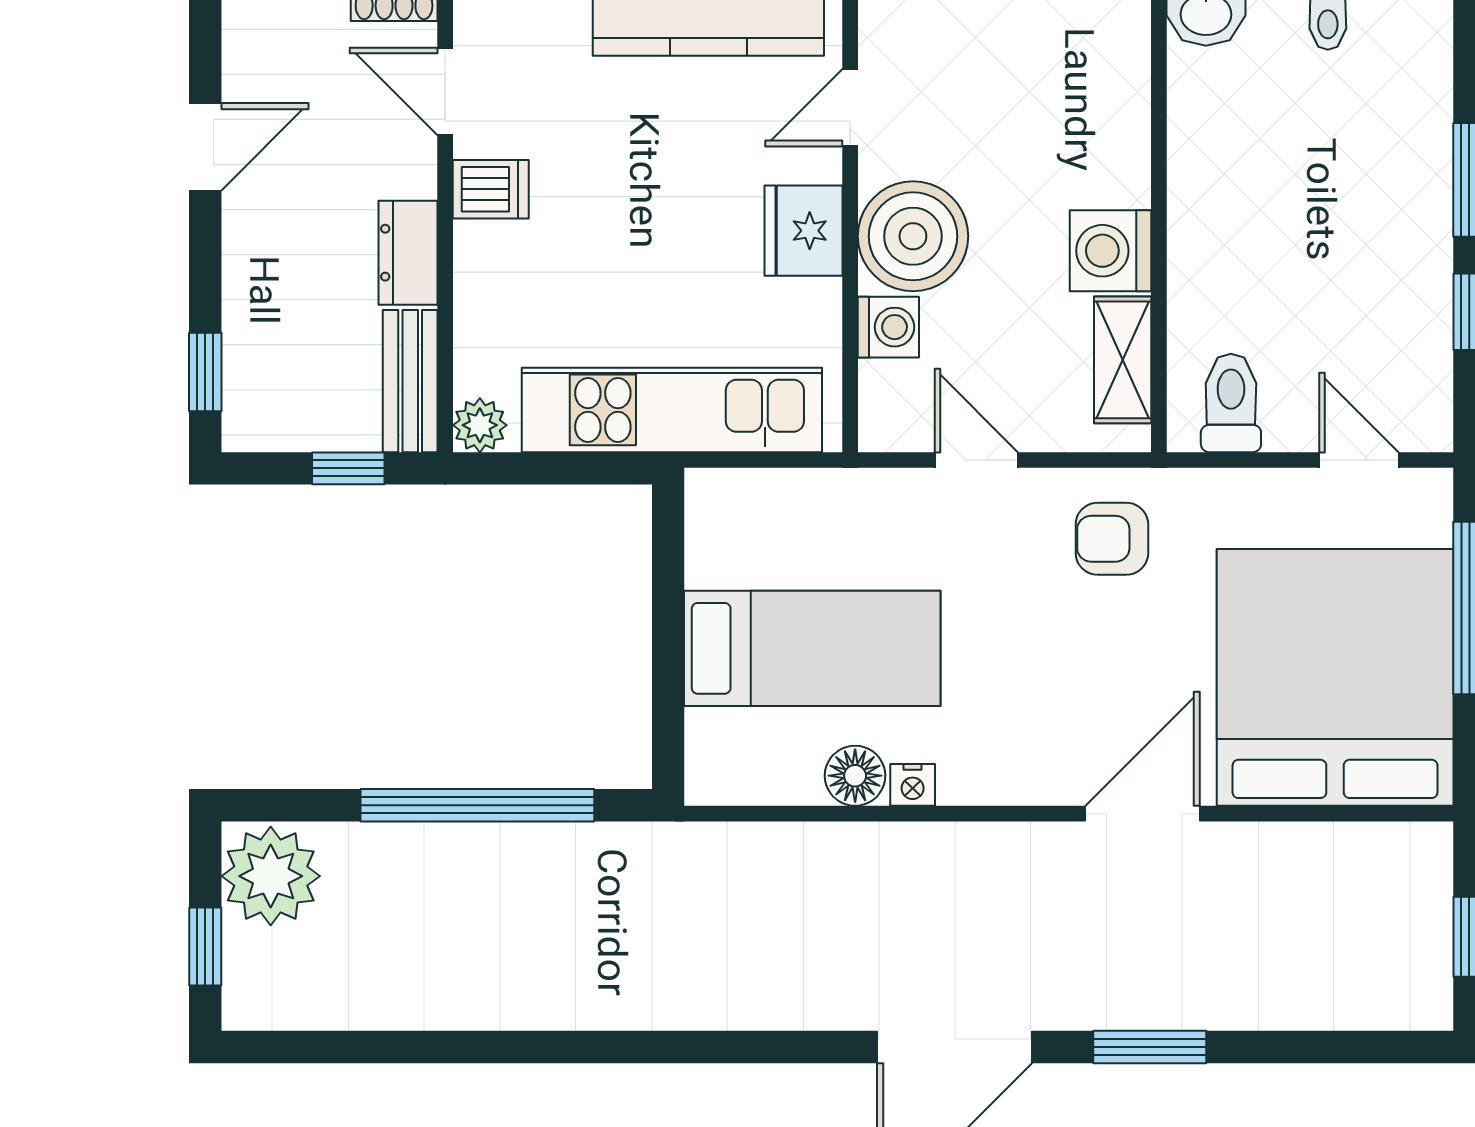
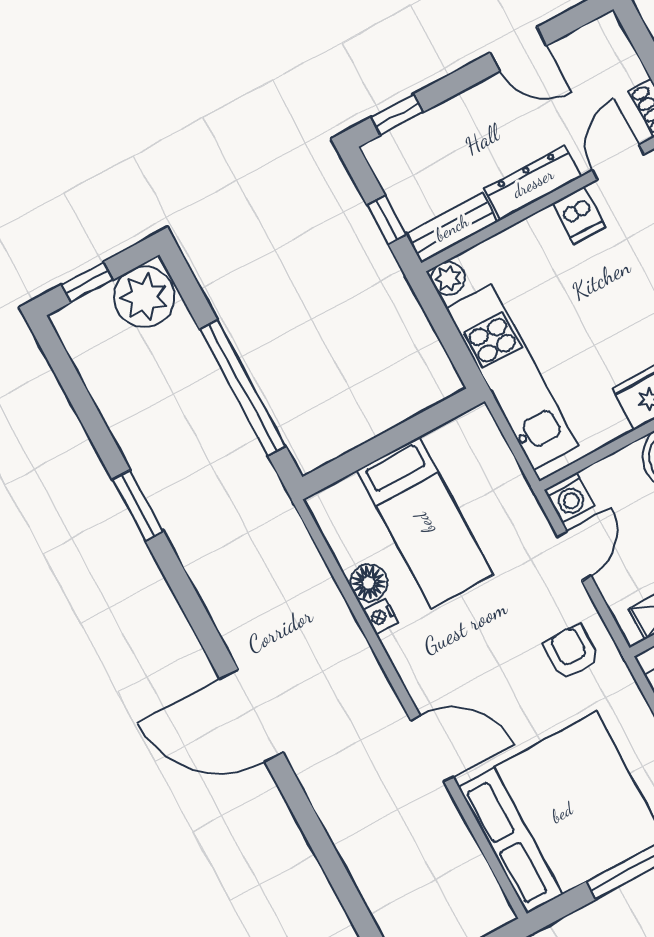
dresser: (408, 253) -> (533, 183), width x1.44
washing machine: (888, 327) -> (569, 498), moved
window: (1150, 1047) -> (138, 505), moved

